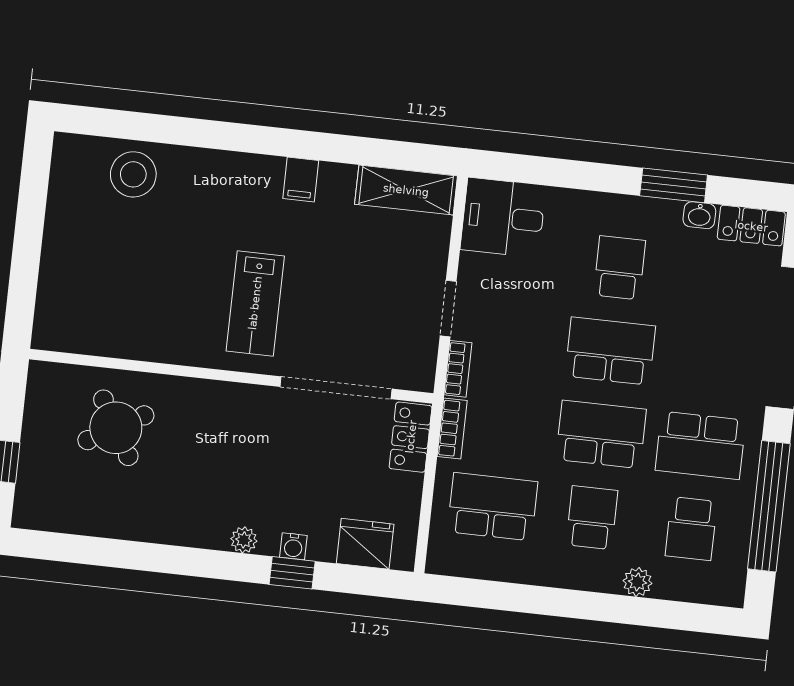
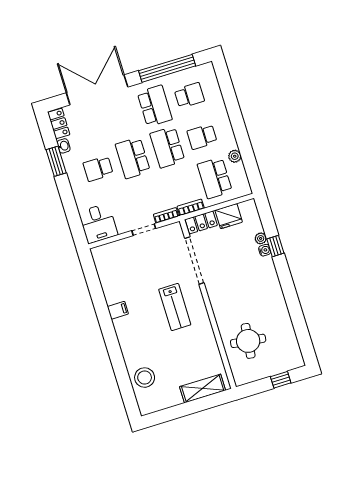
shelving: (406, 190) -> (203, 388), moved, turned 90
lab bench: (255, 303) -> (175, 307), turned 90
round table: (116, 428) -> (248, 341), turned 37
plant: (244, 540) -> (261, 238), moved
fridge: (365, 544) -> (229, 216), moved, turned -90
plant: (637, 582) -> (235, 156), moved

